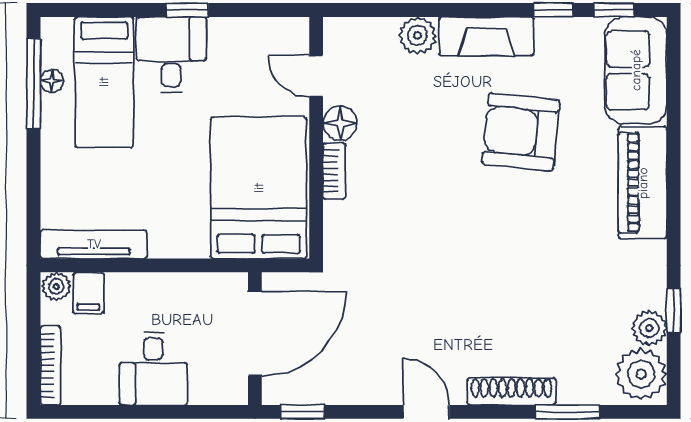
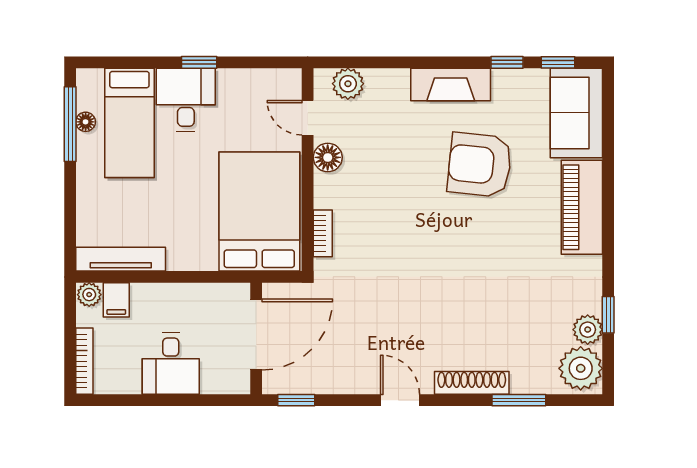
plant: (418, 36) -> (348, 84), moved
bookcase: (334, 171) -> (323, 233), moved

